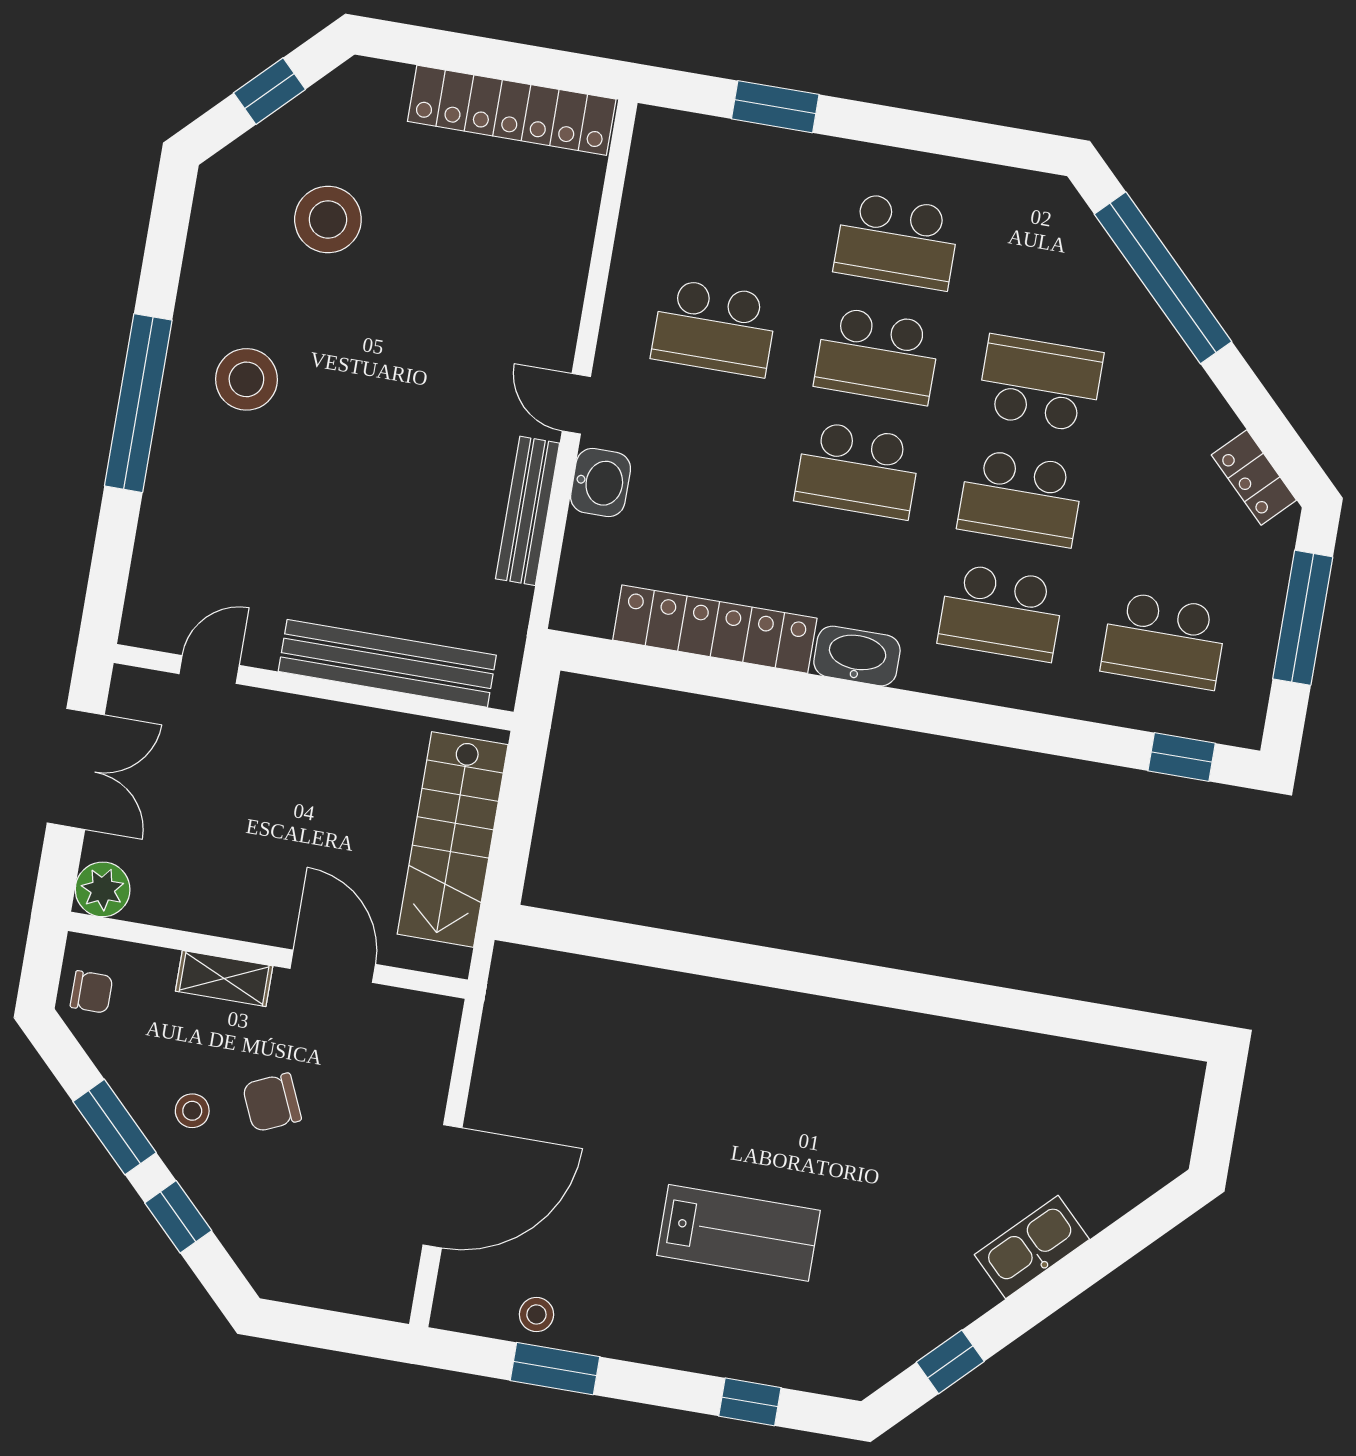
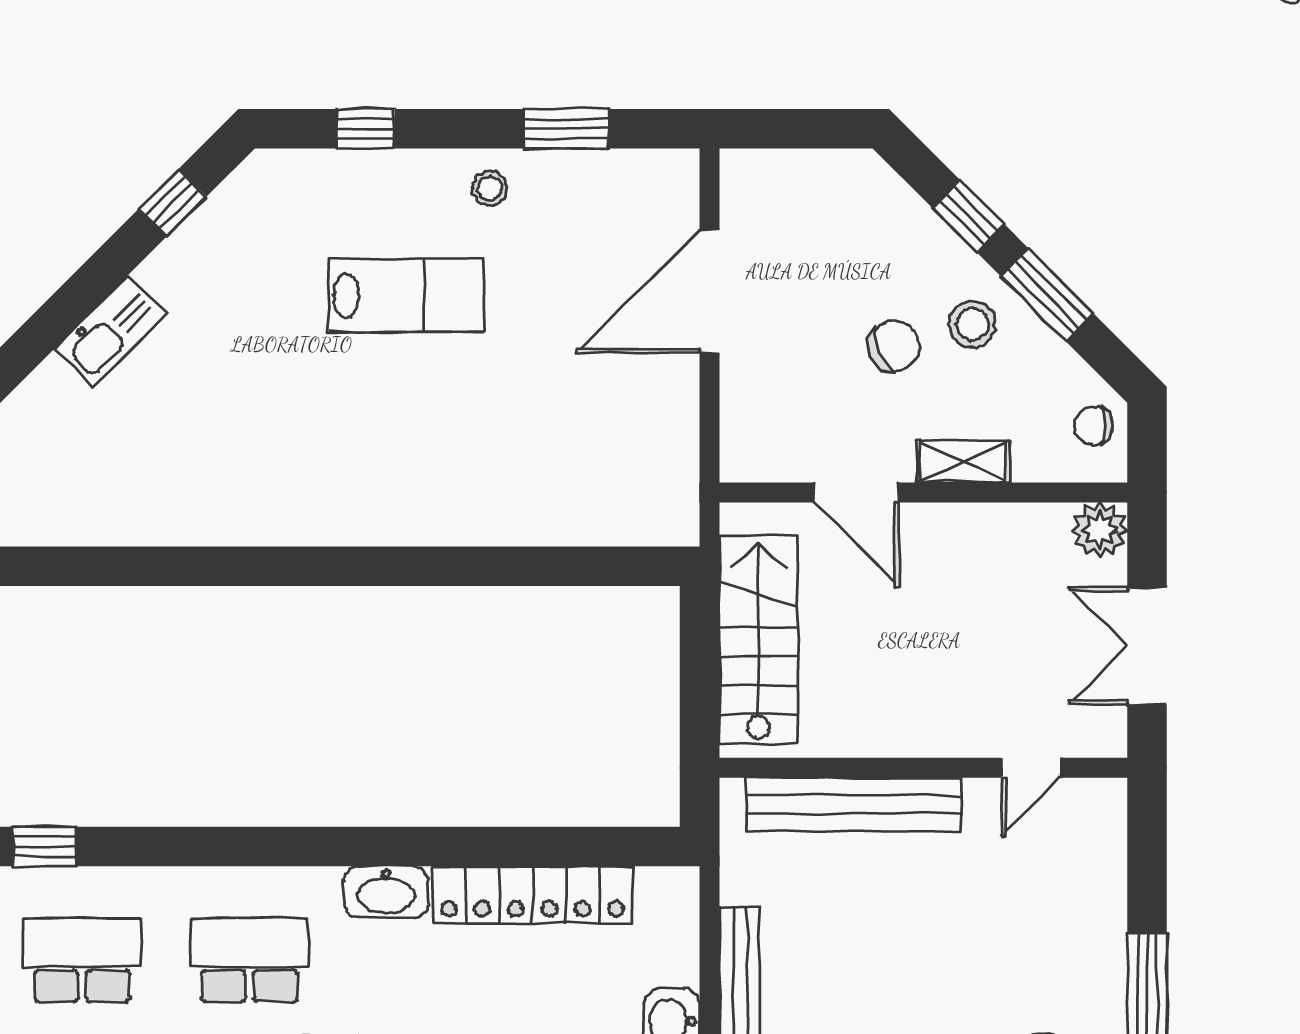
stool: (192, 1111) -> (972, 324), width x1.37, depth x1.37
lab bench: (738, 1233) -> (406, 296), turned 180
stool: (536, 1314) -> (490, 188), moved

